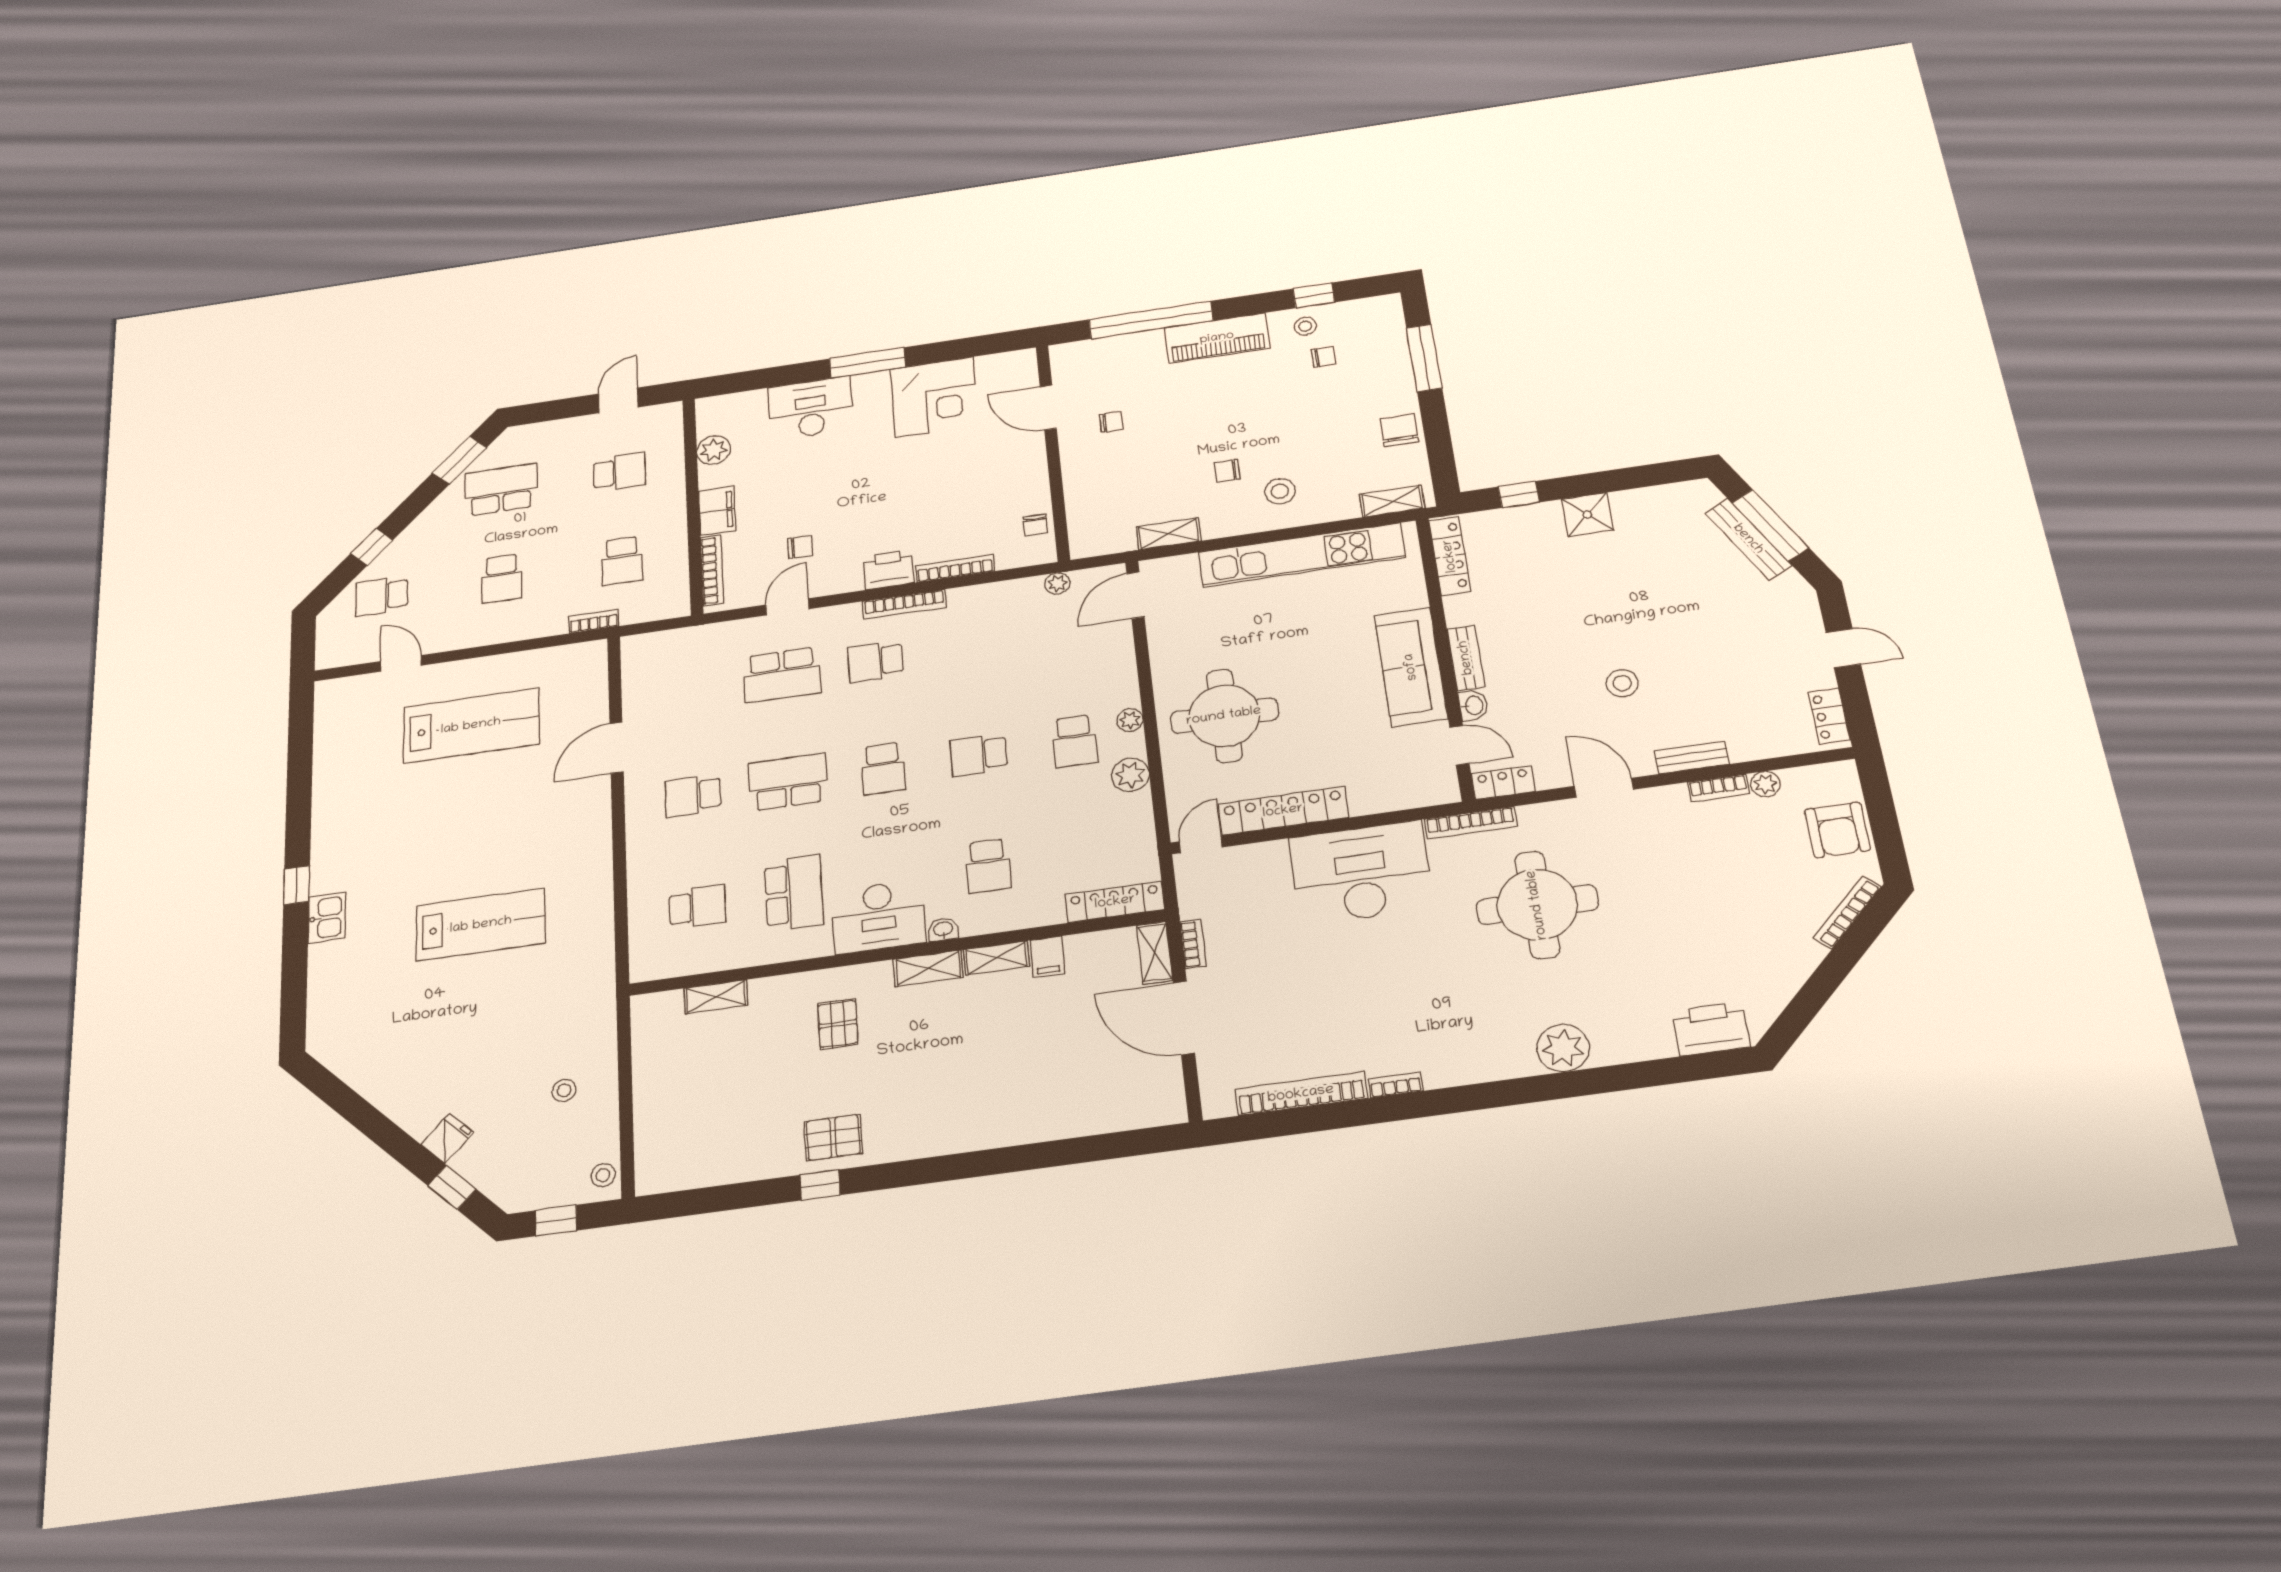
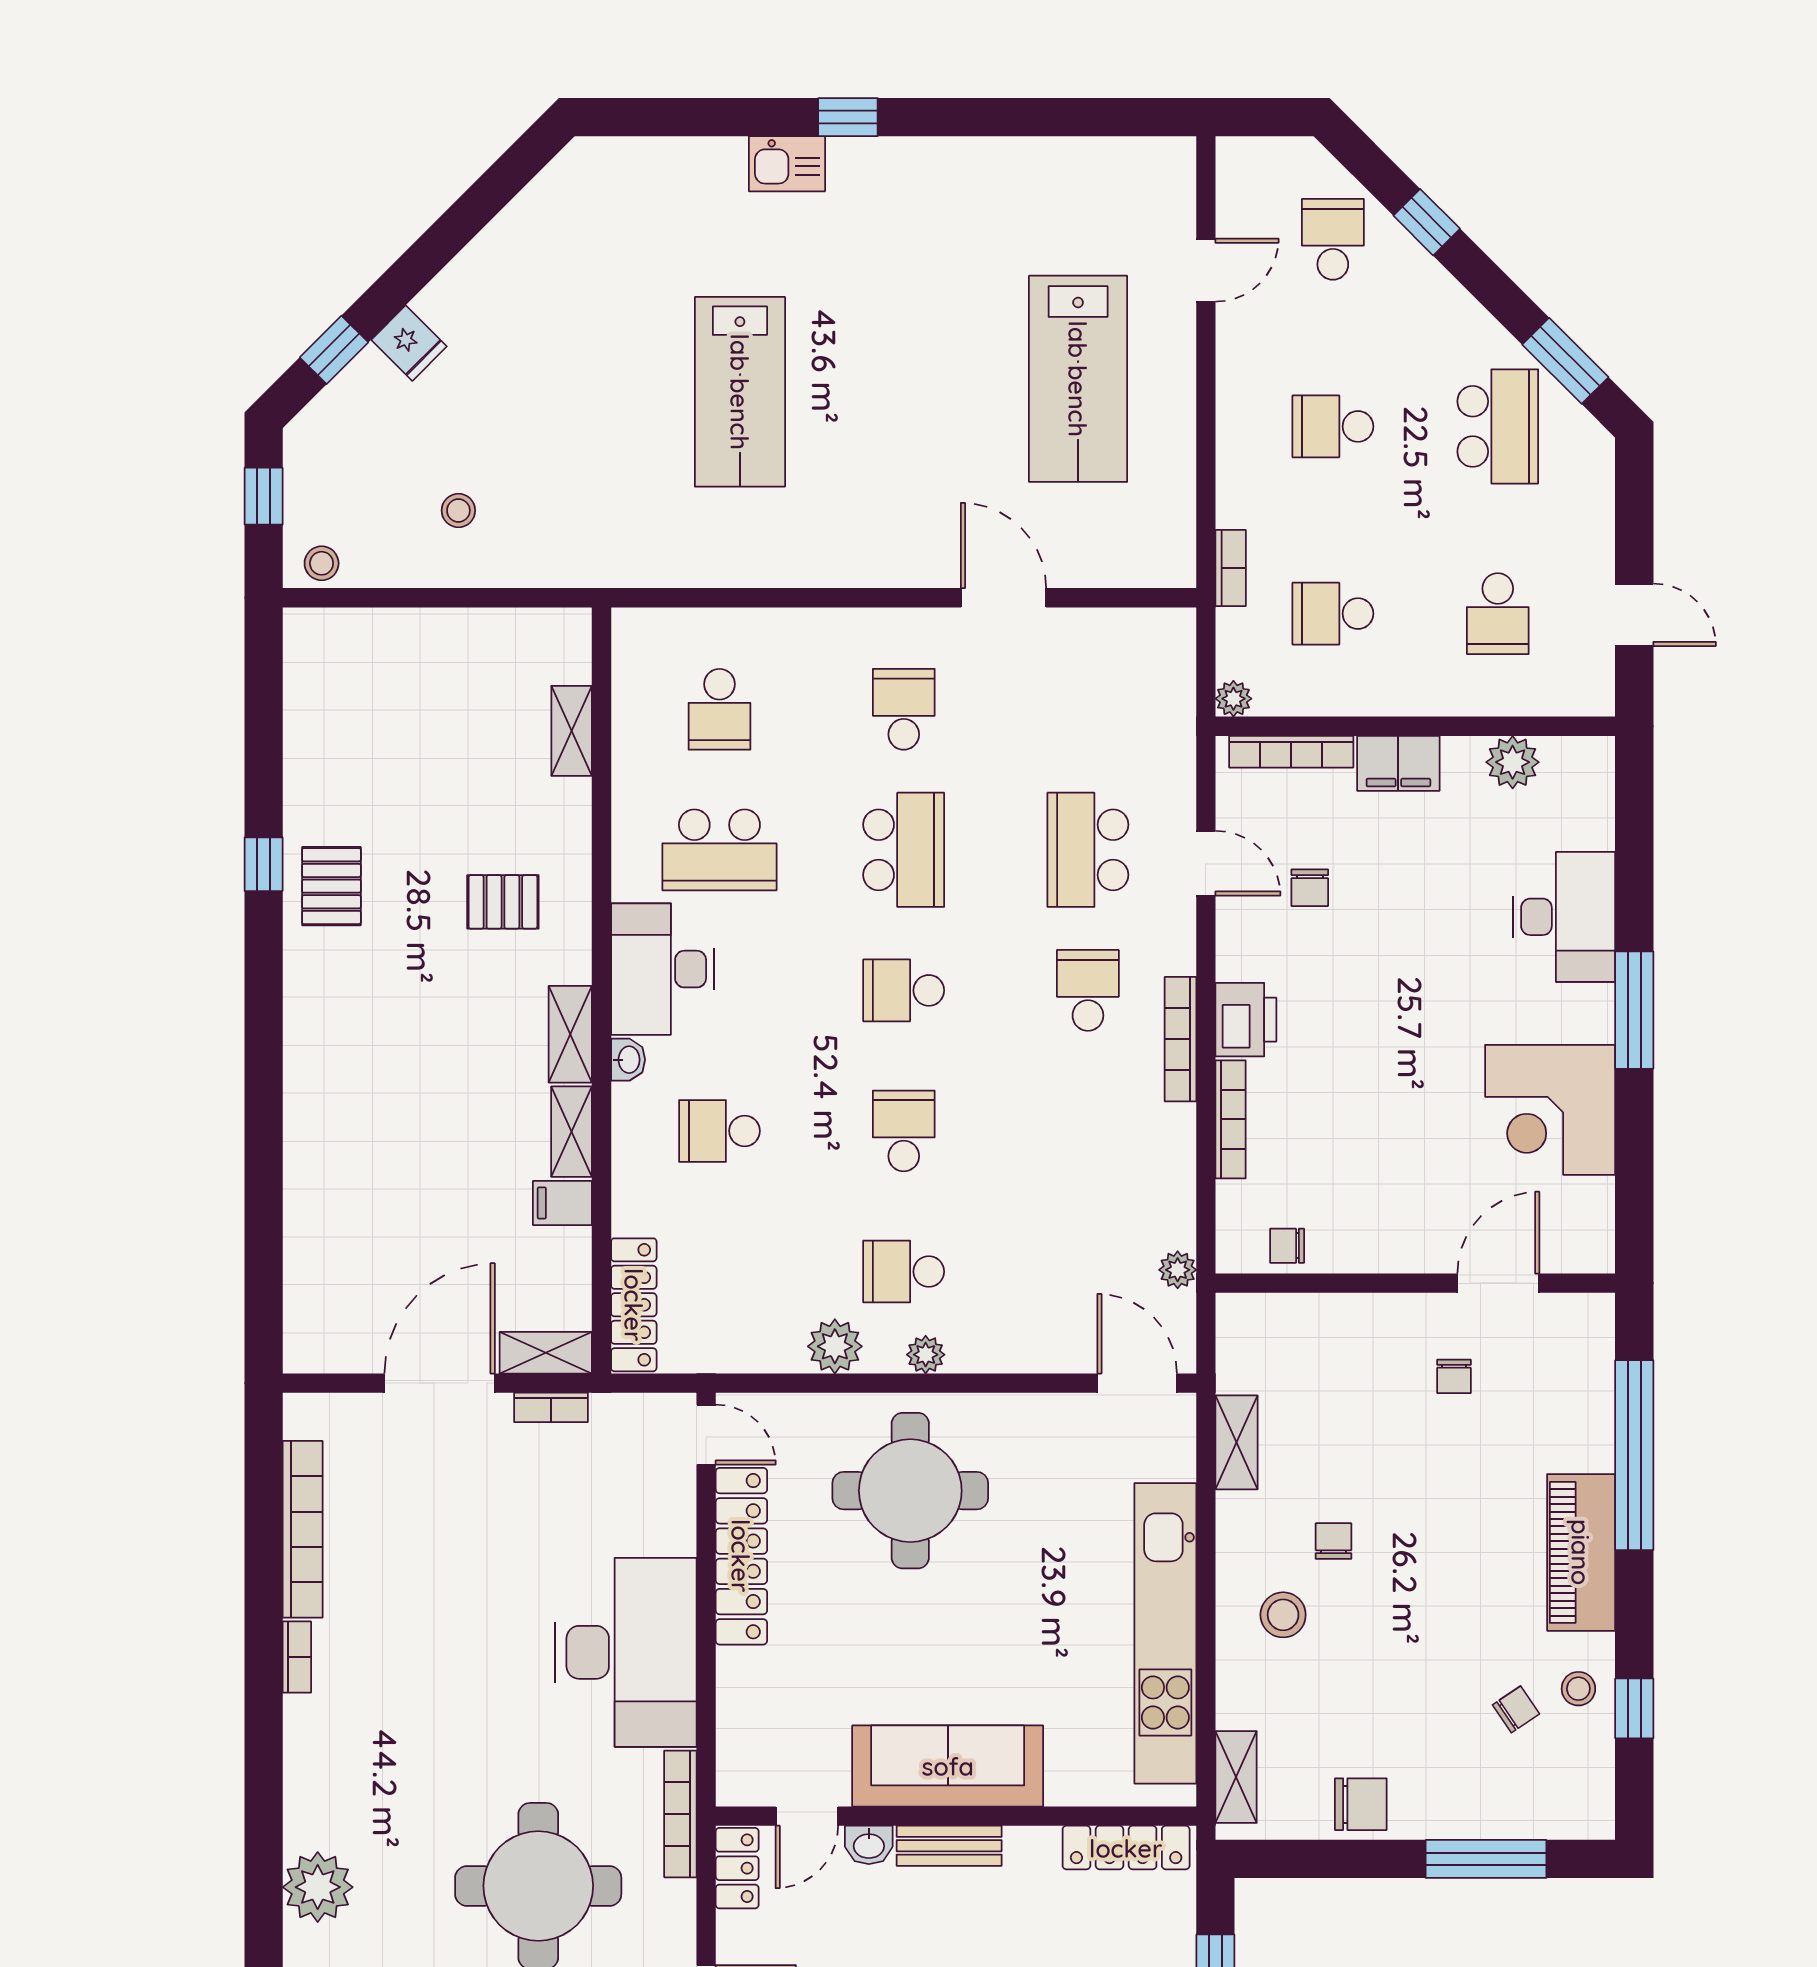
chair: (1324, 357) -> (1516, 1709), turned -124
plant: (679, 607) -> (1233, 699), added

